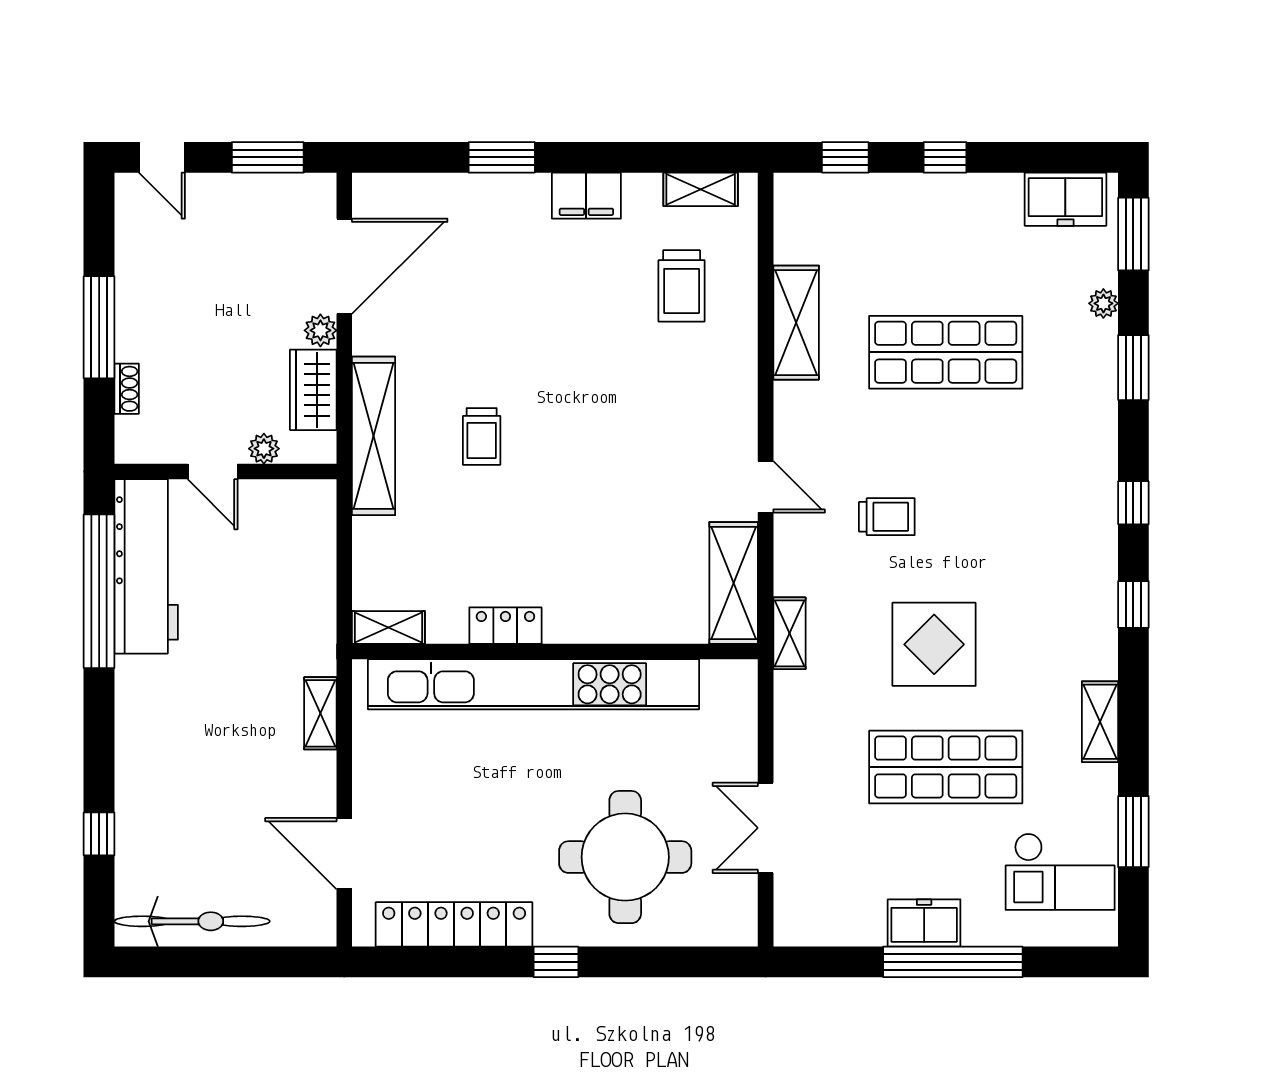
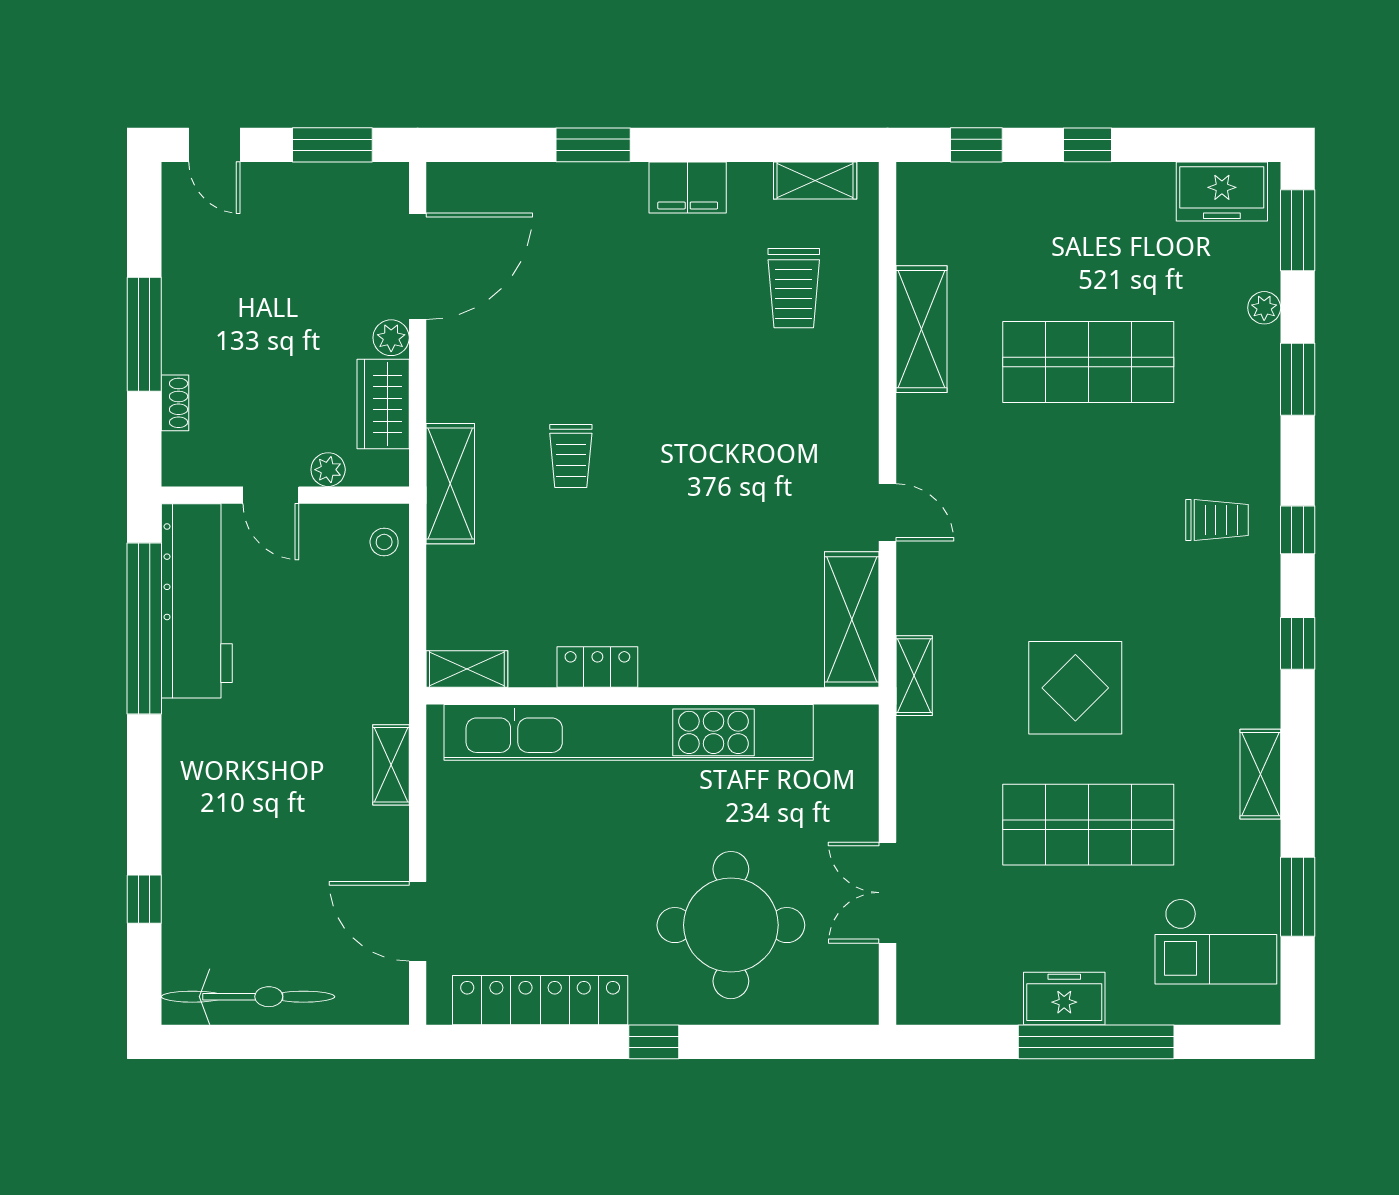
shelving: (374, 436) -> (450, 484), width x0.68
stool: (314, 514) -> (384, 542), added
trolley: (887, 517) -> (1217, 520), moved

